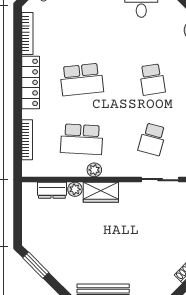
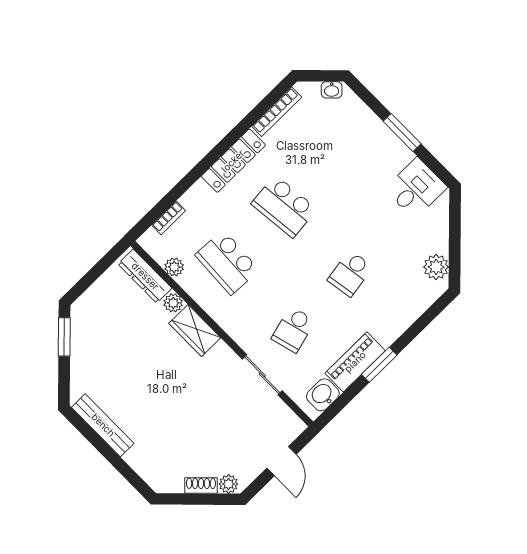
school desk: (152, 139) -> (293, 330), turned -30
bookcase: (27, 140) -> (169, 218), width x0.64
plant: (94, 170) -> (174, 267), moved
dresser: (52, 190) -> (145, 276), width x1.44

